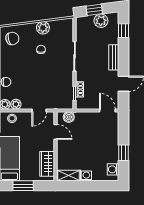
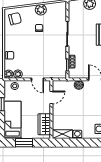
door: (39, 110) -> (38, 79), hinge flipped
boiler: (69, 117) -> (79, 85), moved
door: (55, 132) -> (51, 97), hinge flipped

